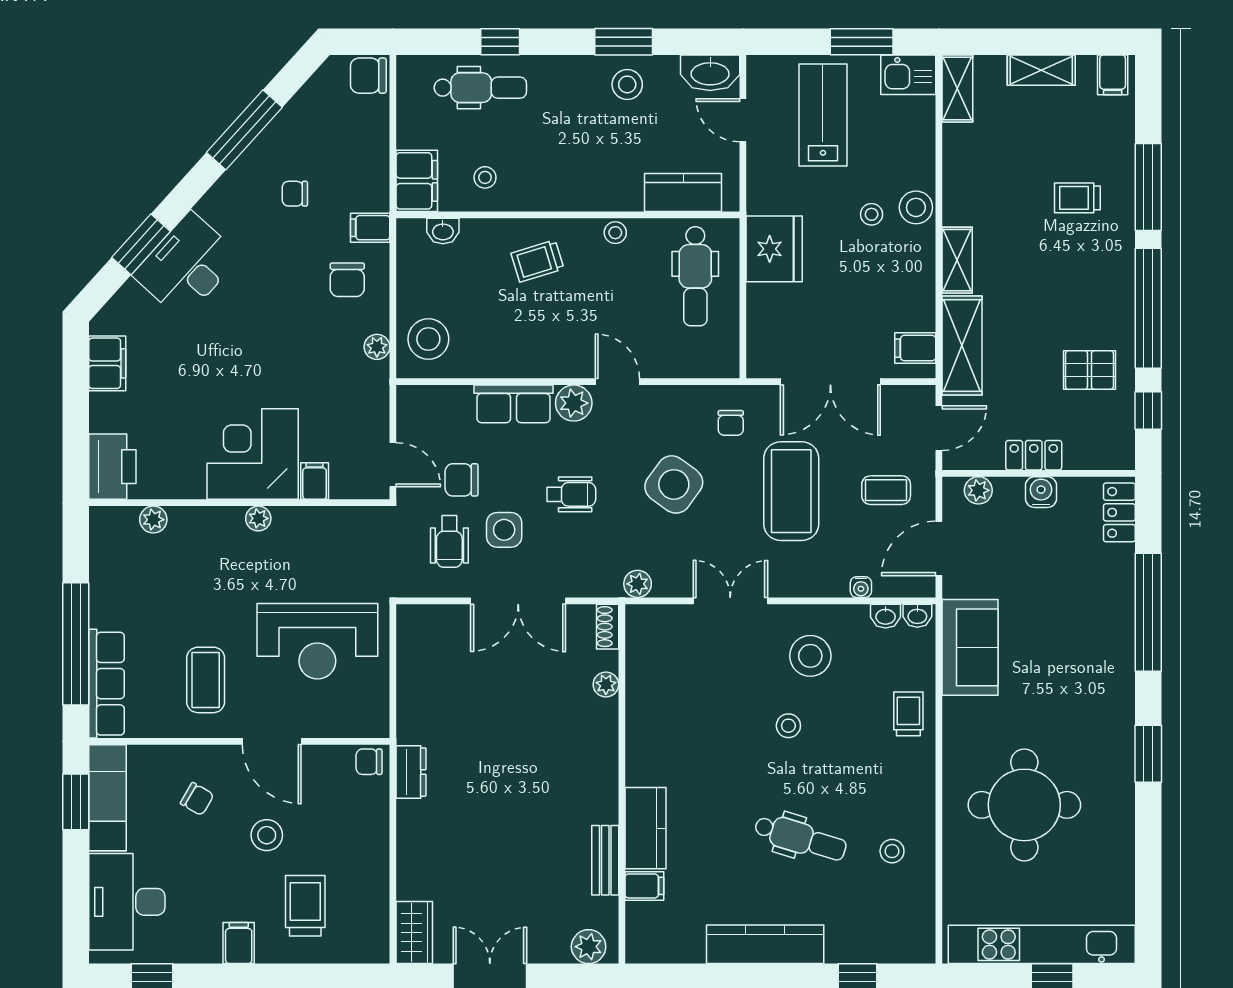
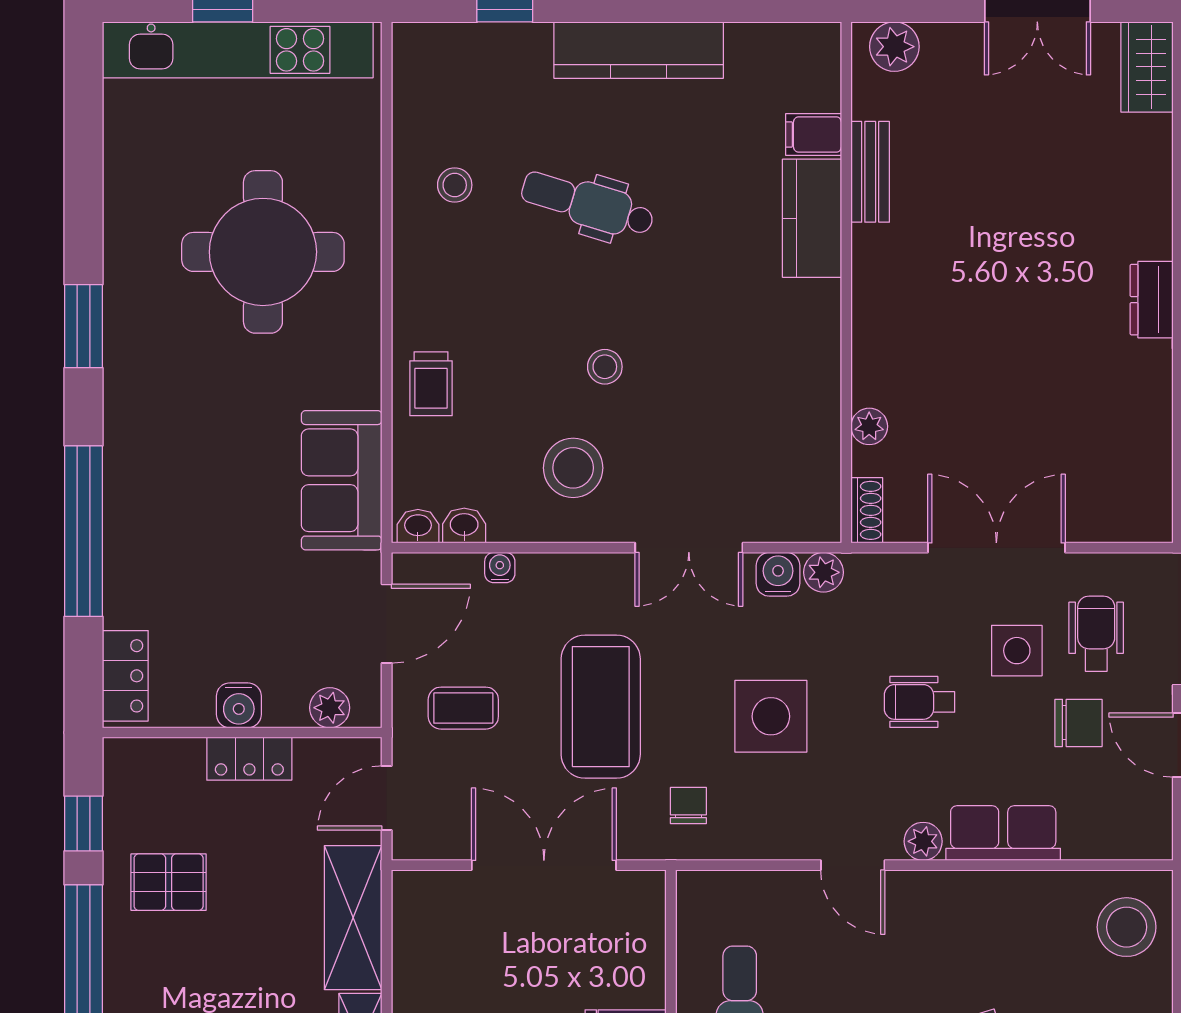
filing cabinet: (915, 348) -> (421, 914), removed
plant: (574, 403) -> (923, 841), width x0.73, depth x0.73
side table: (674, 484) -> (771, 716), turned -36
water cooler: (669, 582) -> (778, 574), added

